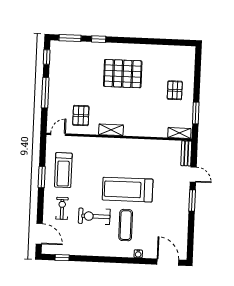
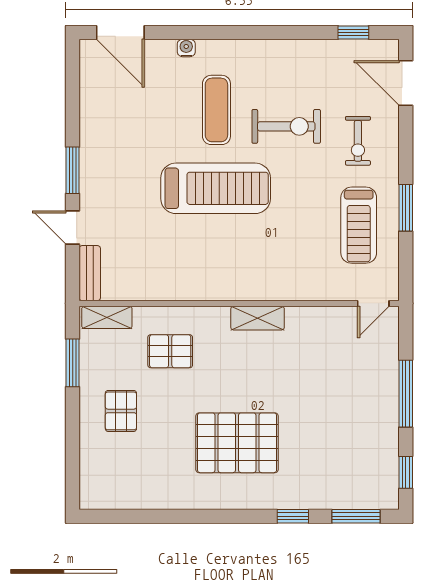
pallet: (81, 116) -> (170, 351), moved, turned 90
treadmill: (63, 170) -> (359, 225), turned 180

